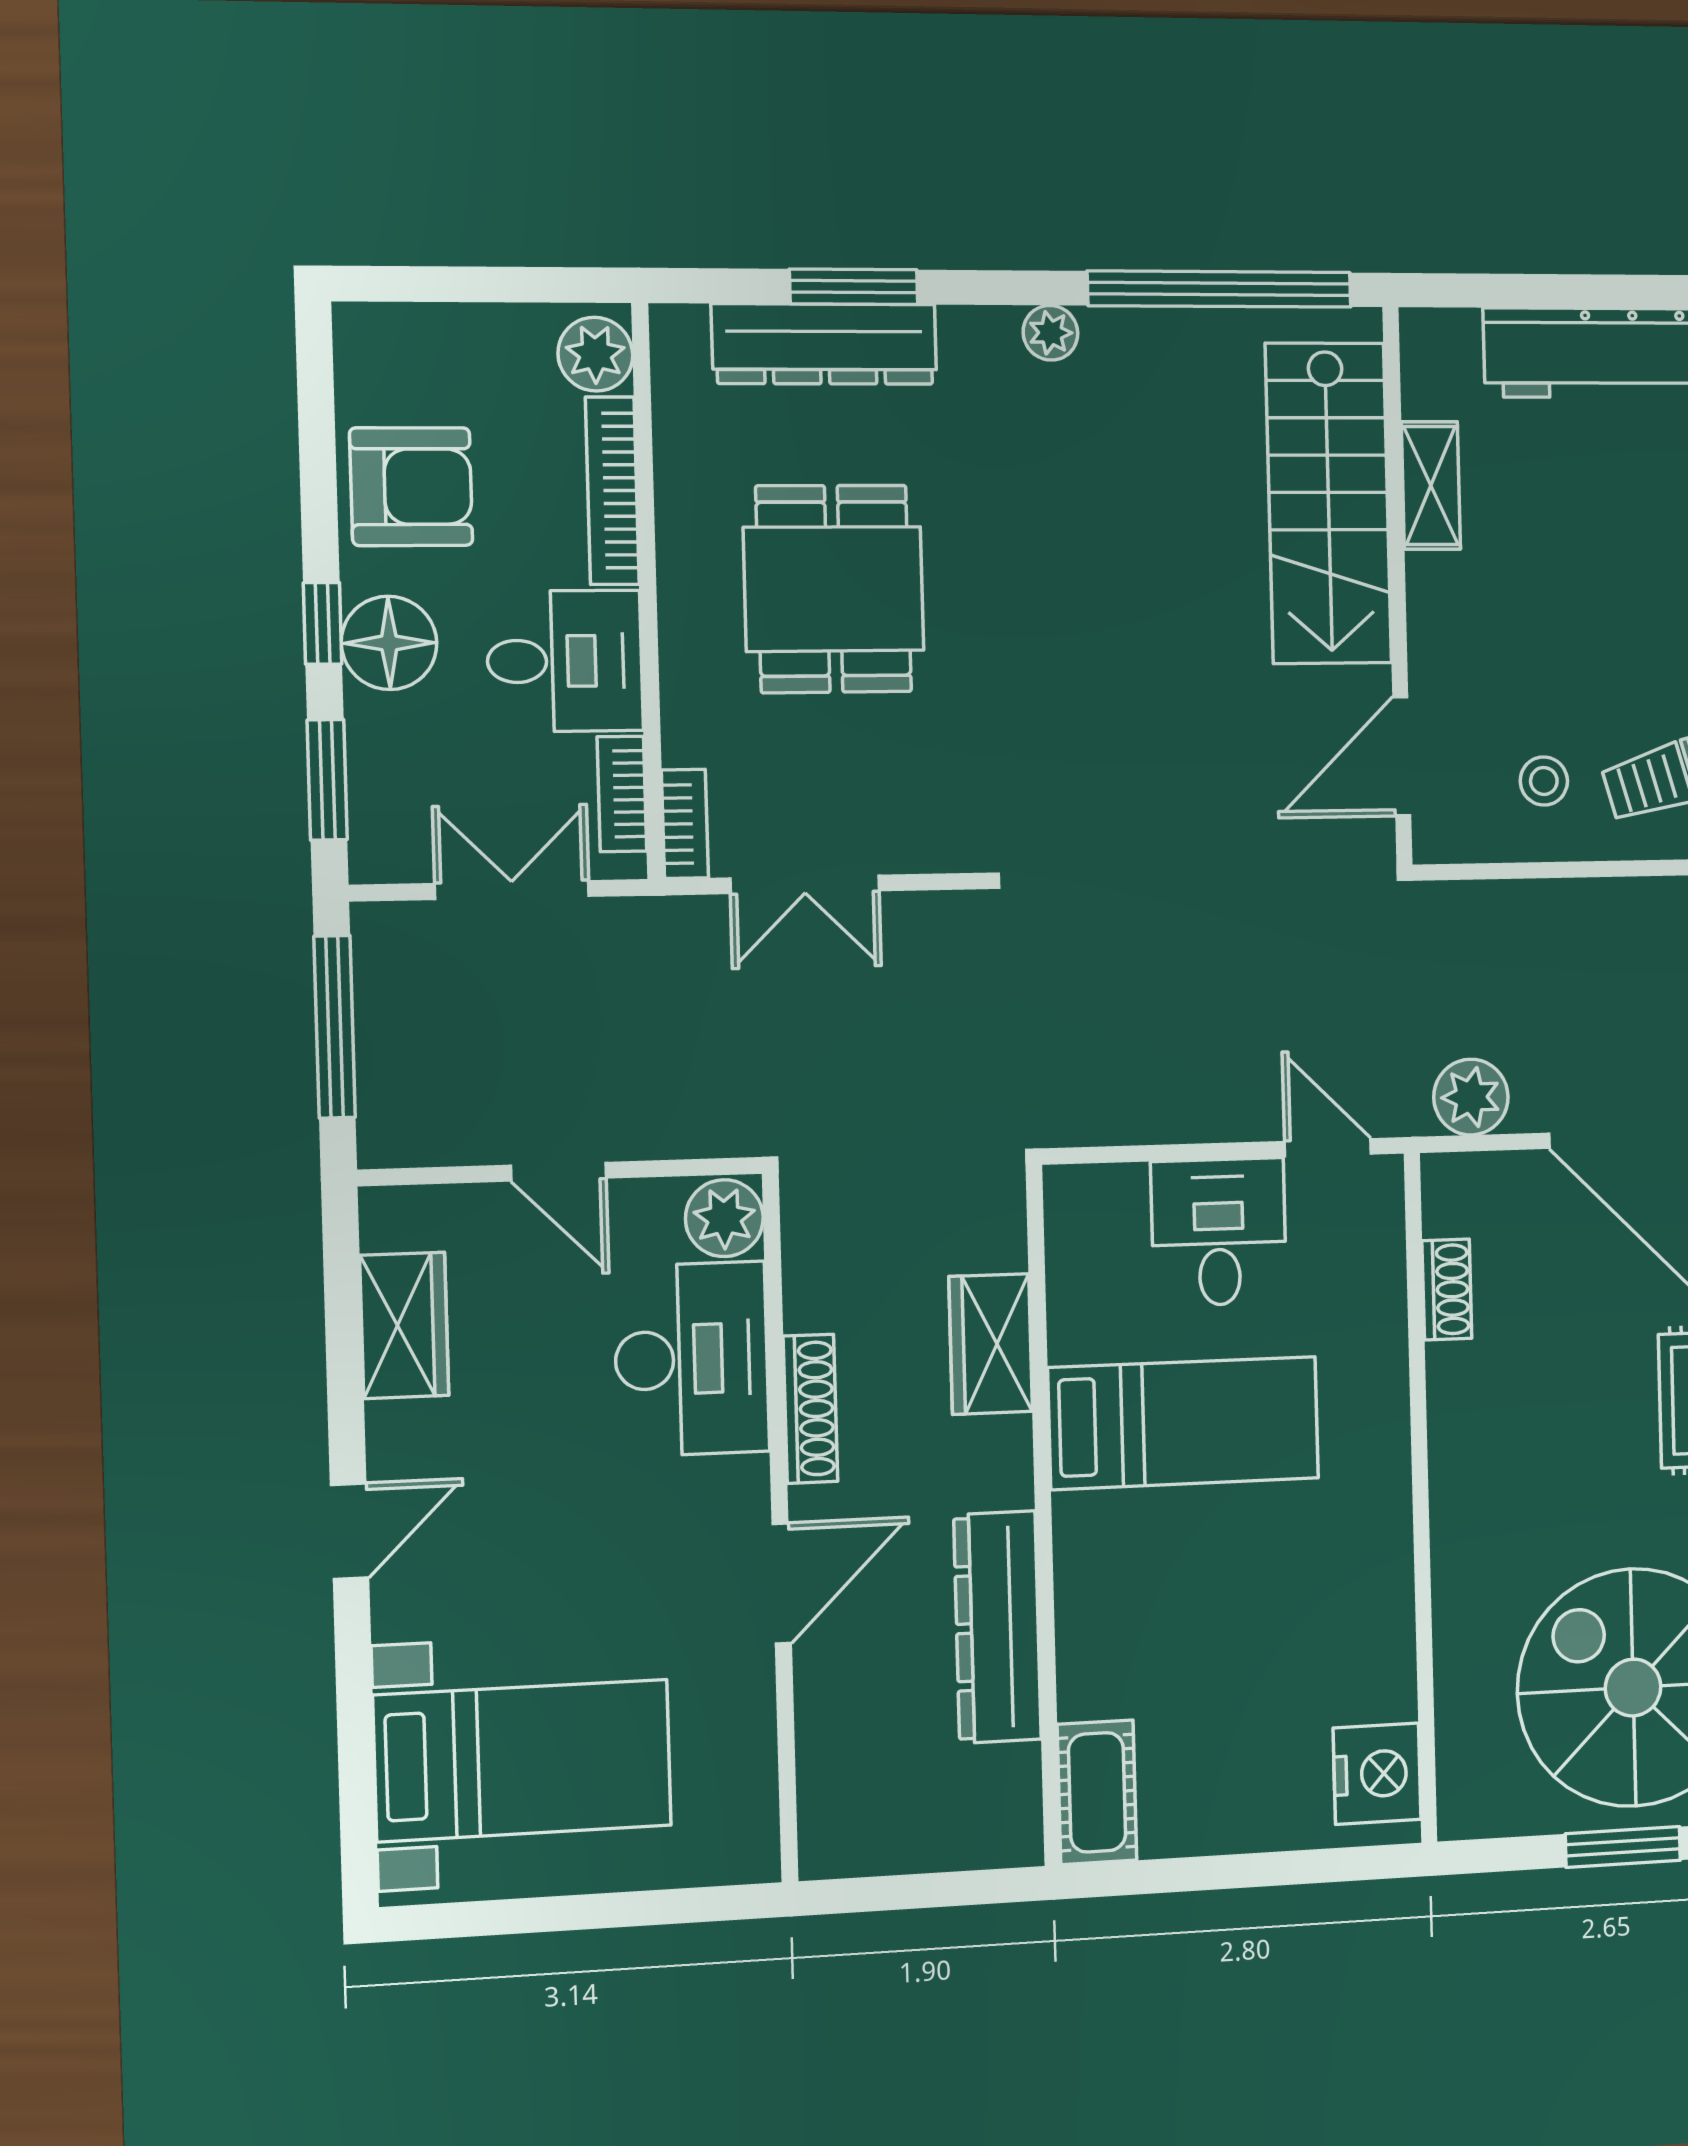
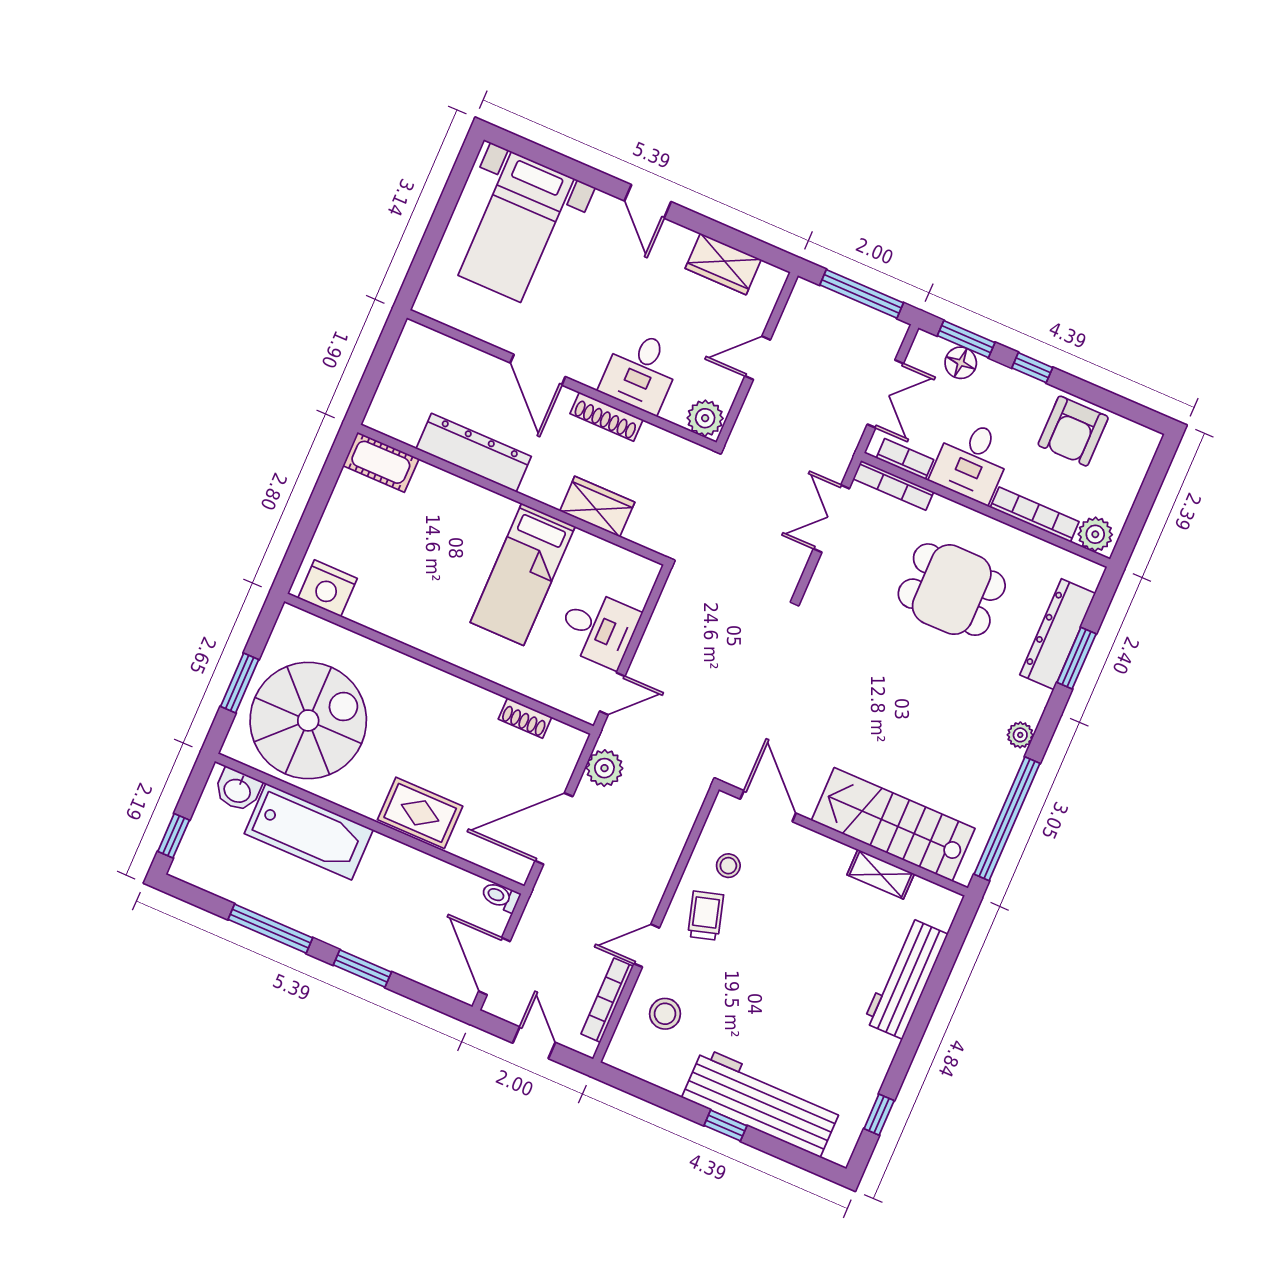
floor lamp: (389, 643) -> (961, 363), moved, width x0.73, depth x0.73
bookcase: (685, 824) -> (893, 485), width x1.56
desk: (692, 1359) -> (641, 372), width x0.73

